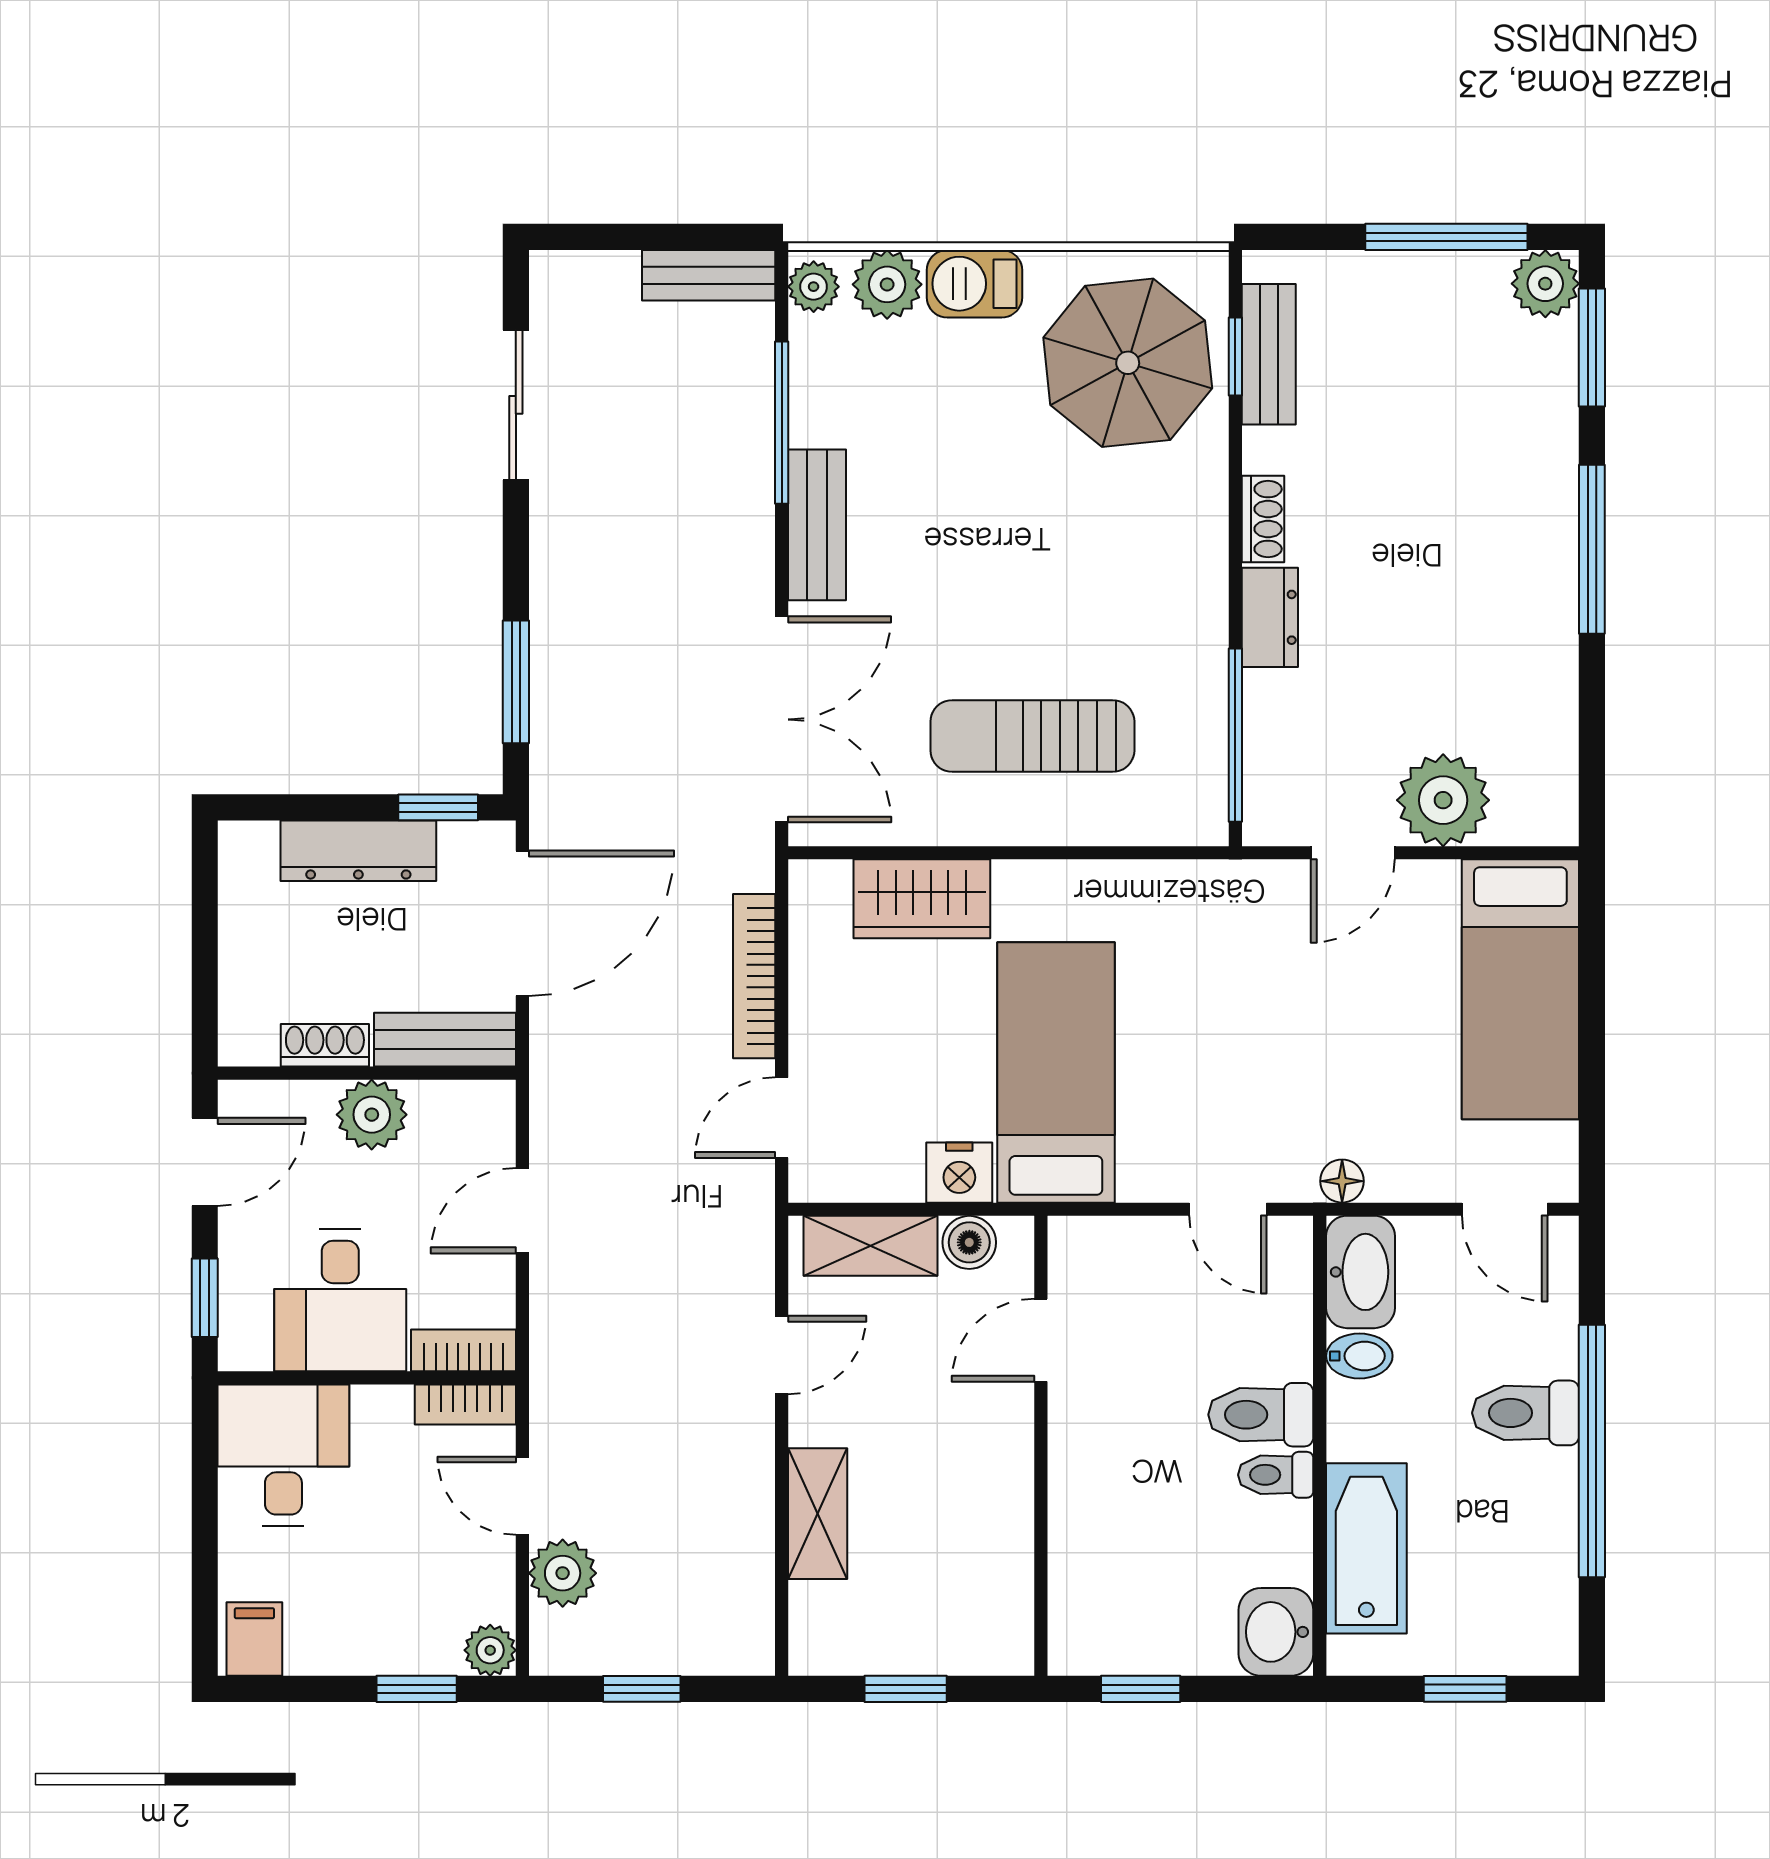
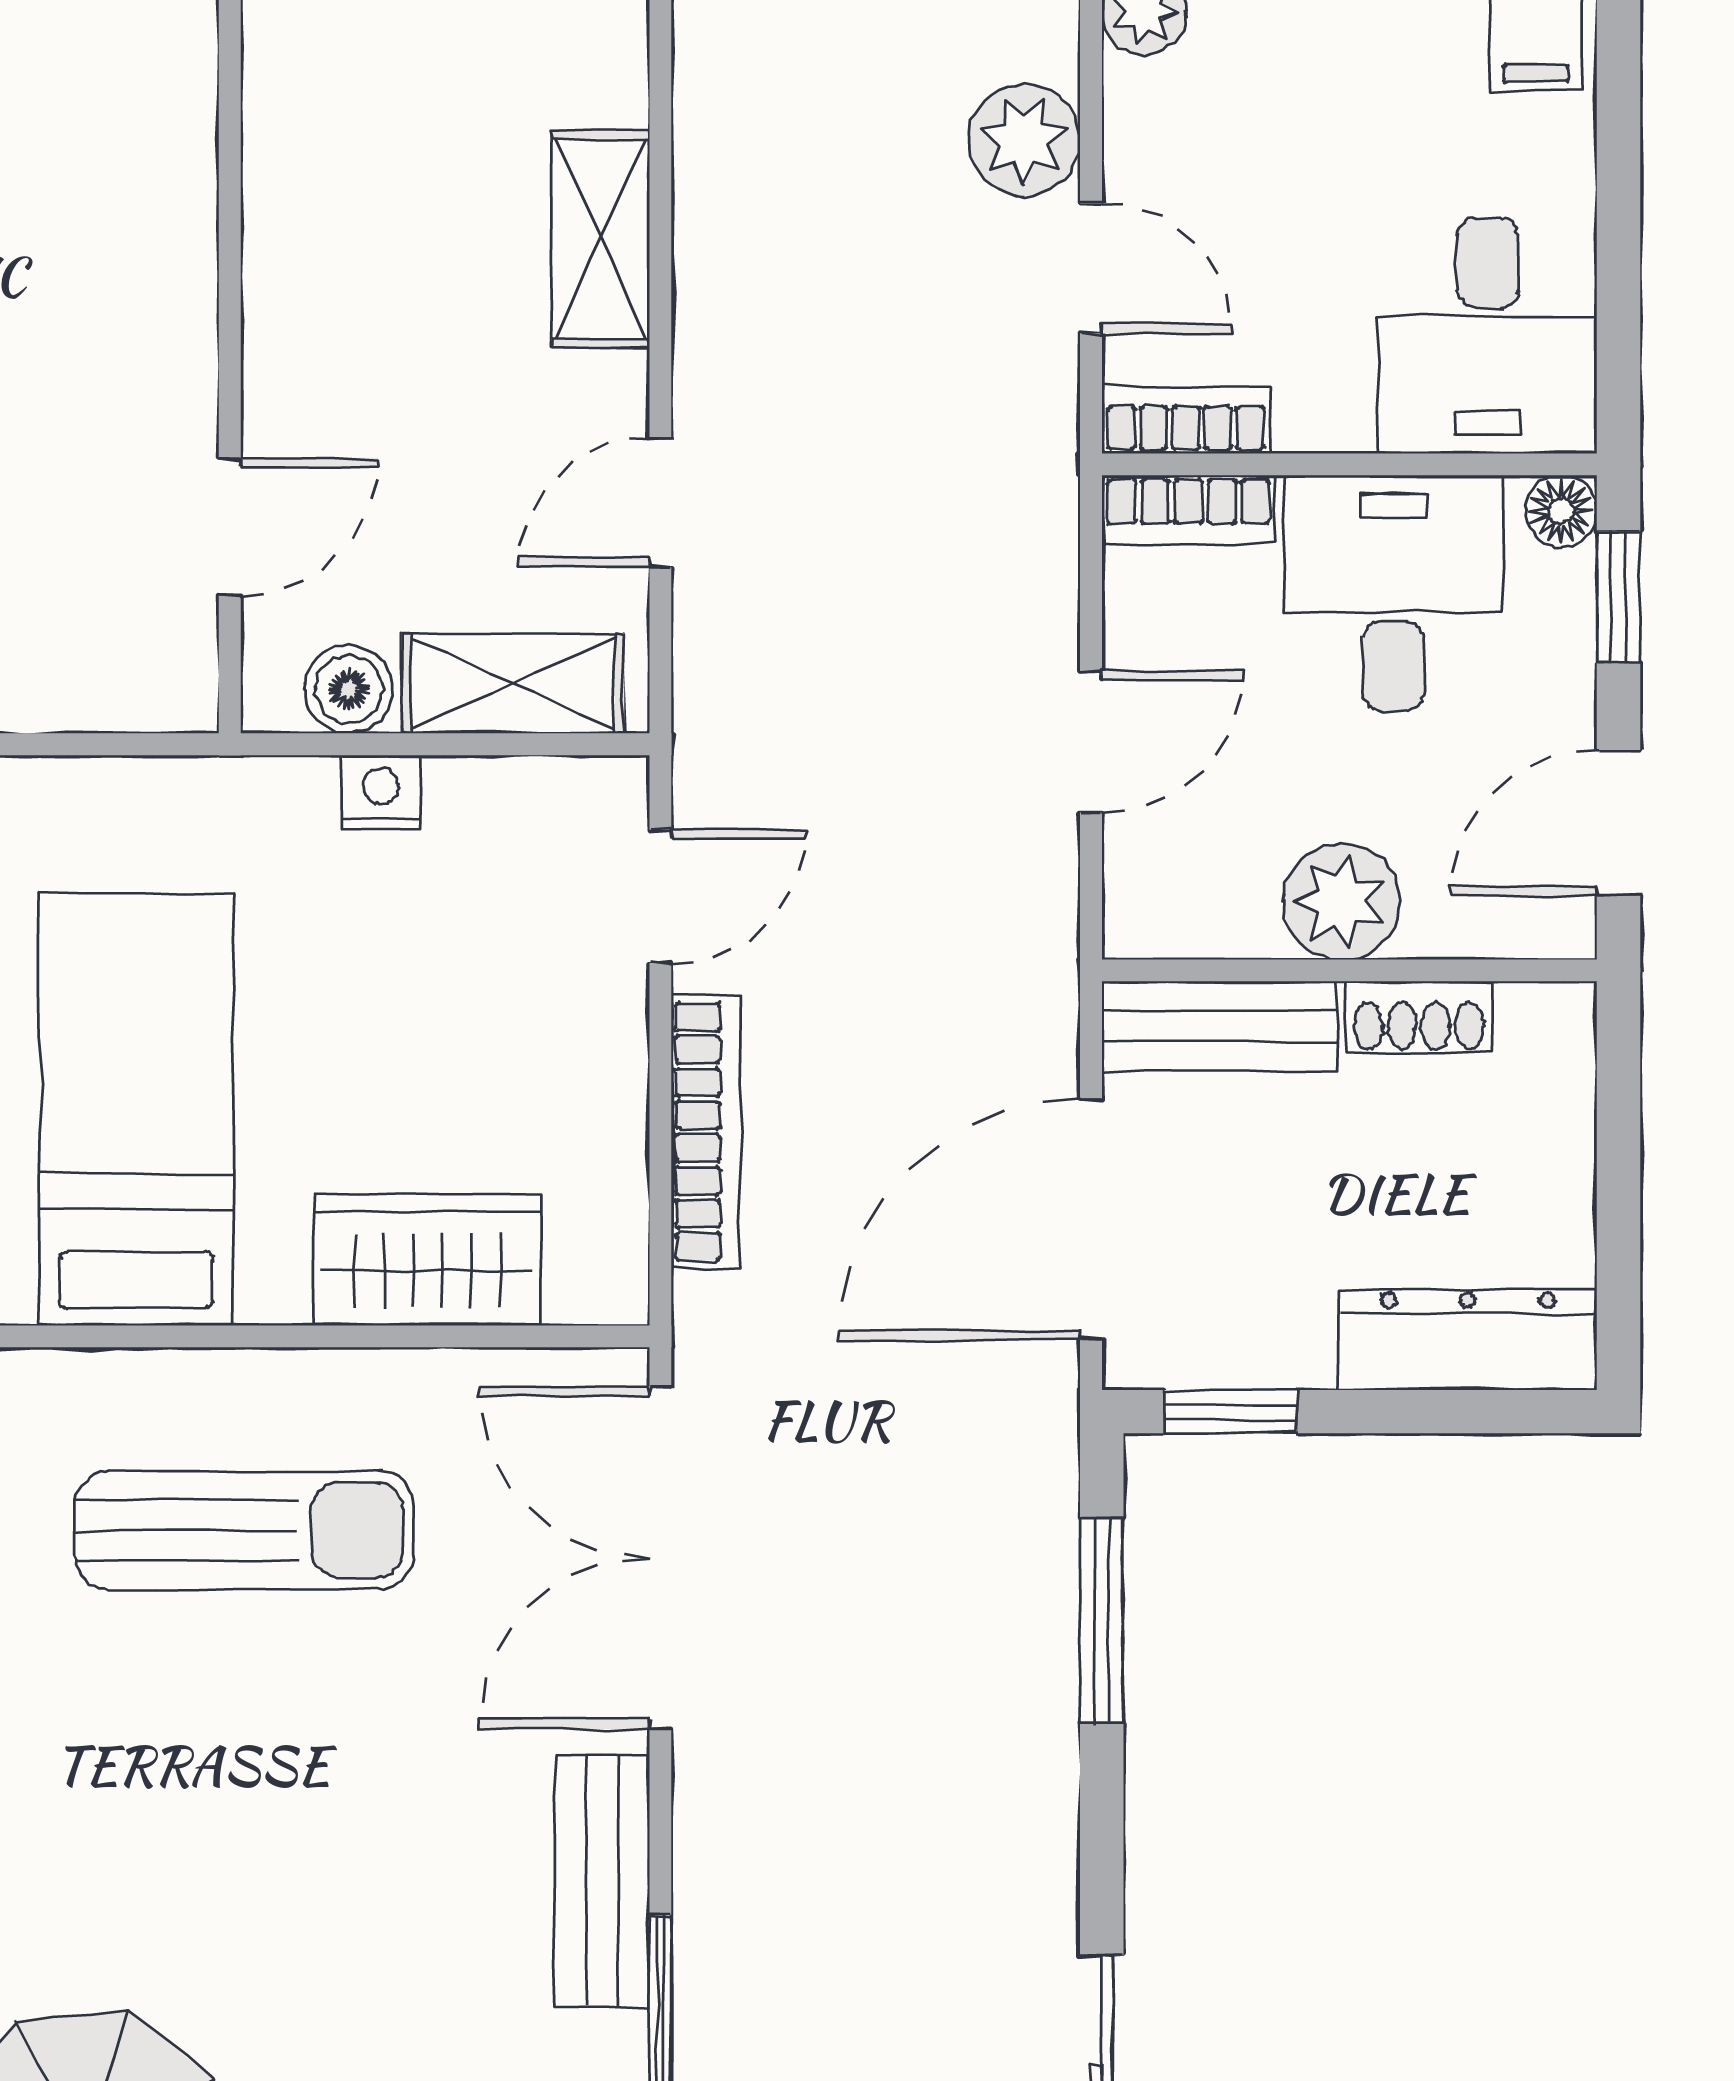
dresser: (358, 851) -> (1468, 1340), moved
bed: (1056, 1073) -> (136, 1109), moved, turned 180
nightstand: (959, 1173) -> (381, 792), width x0.72, depth x0.74
floor lamp: (239, 1350) -> (1561, 511), added

